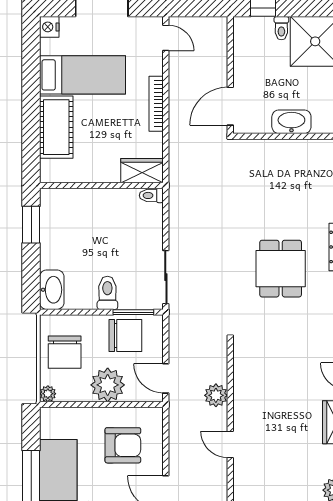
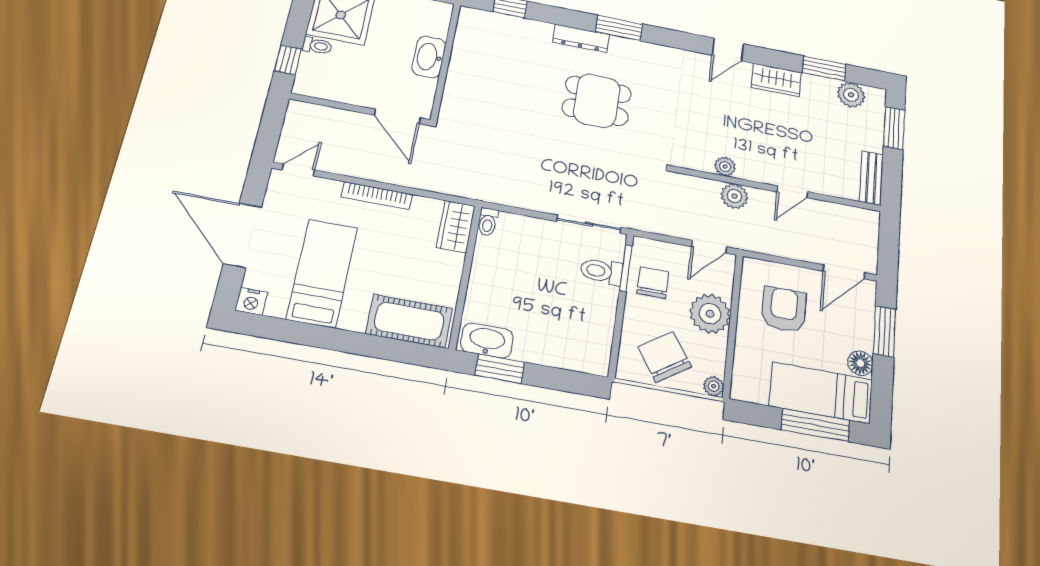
cot: (56, 127) -> (409, 321), moved
washbasin: (52, 290) -> (487, 341), moved
toilet: (107, 293) -> (602, 271), moved
chair: (125, 335) -> (653, 283), width x0.73, depth x0.73
chair: (65, 352) -> (665, 357), turned -124
plant: (242, 385) -> (725, 167), added

